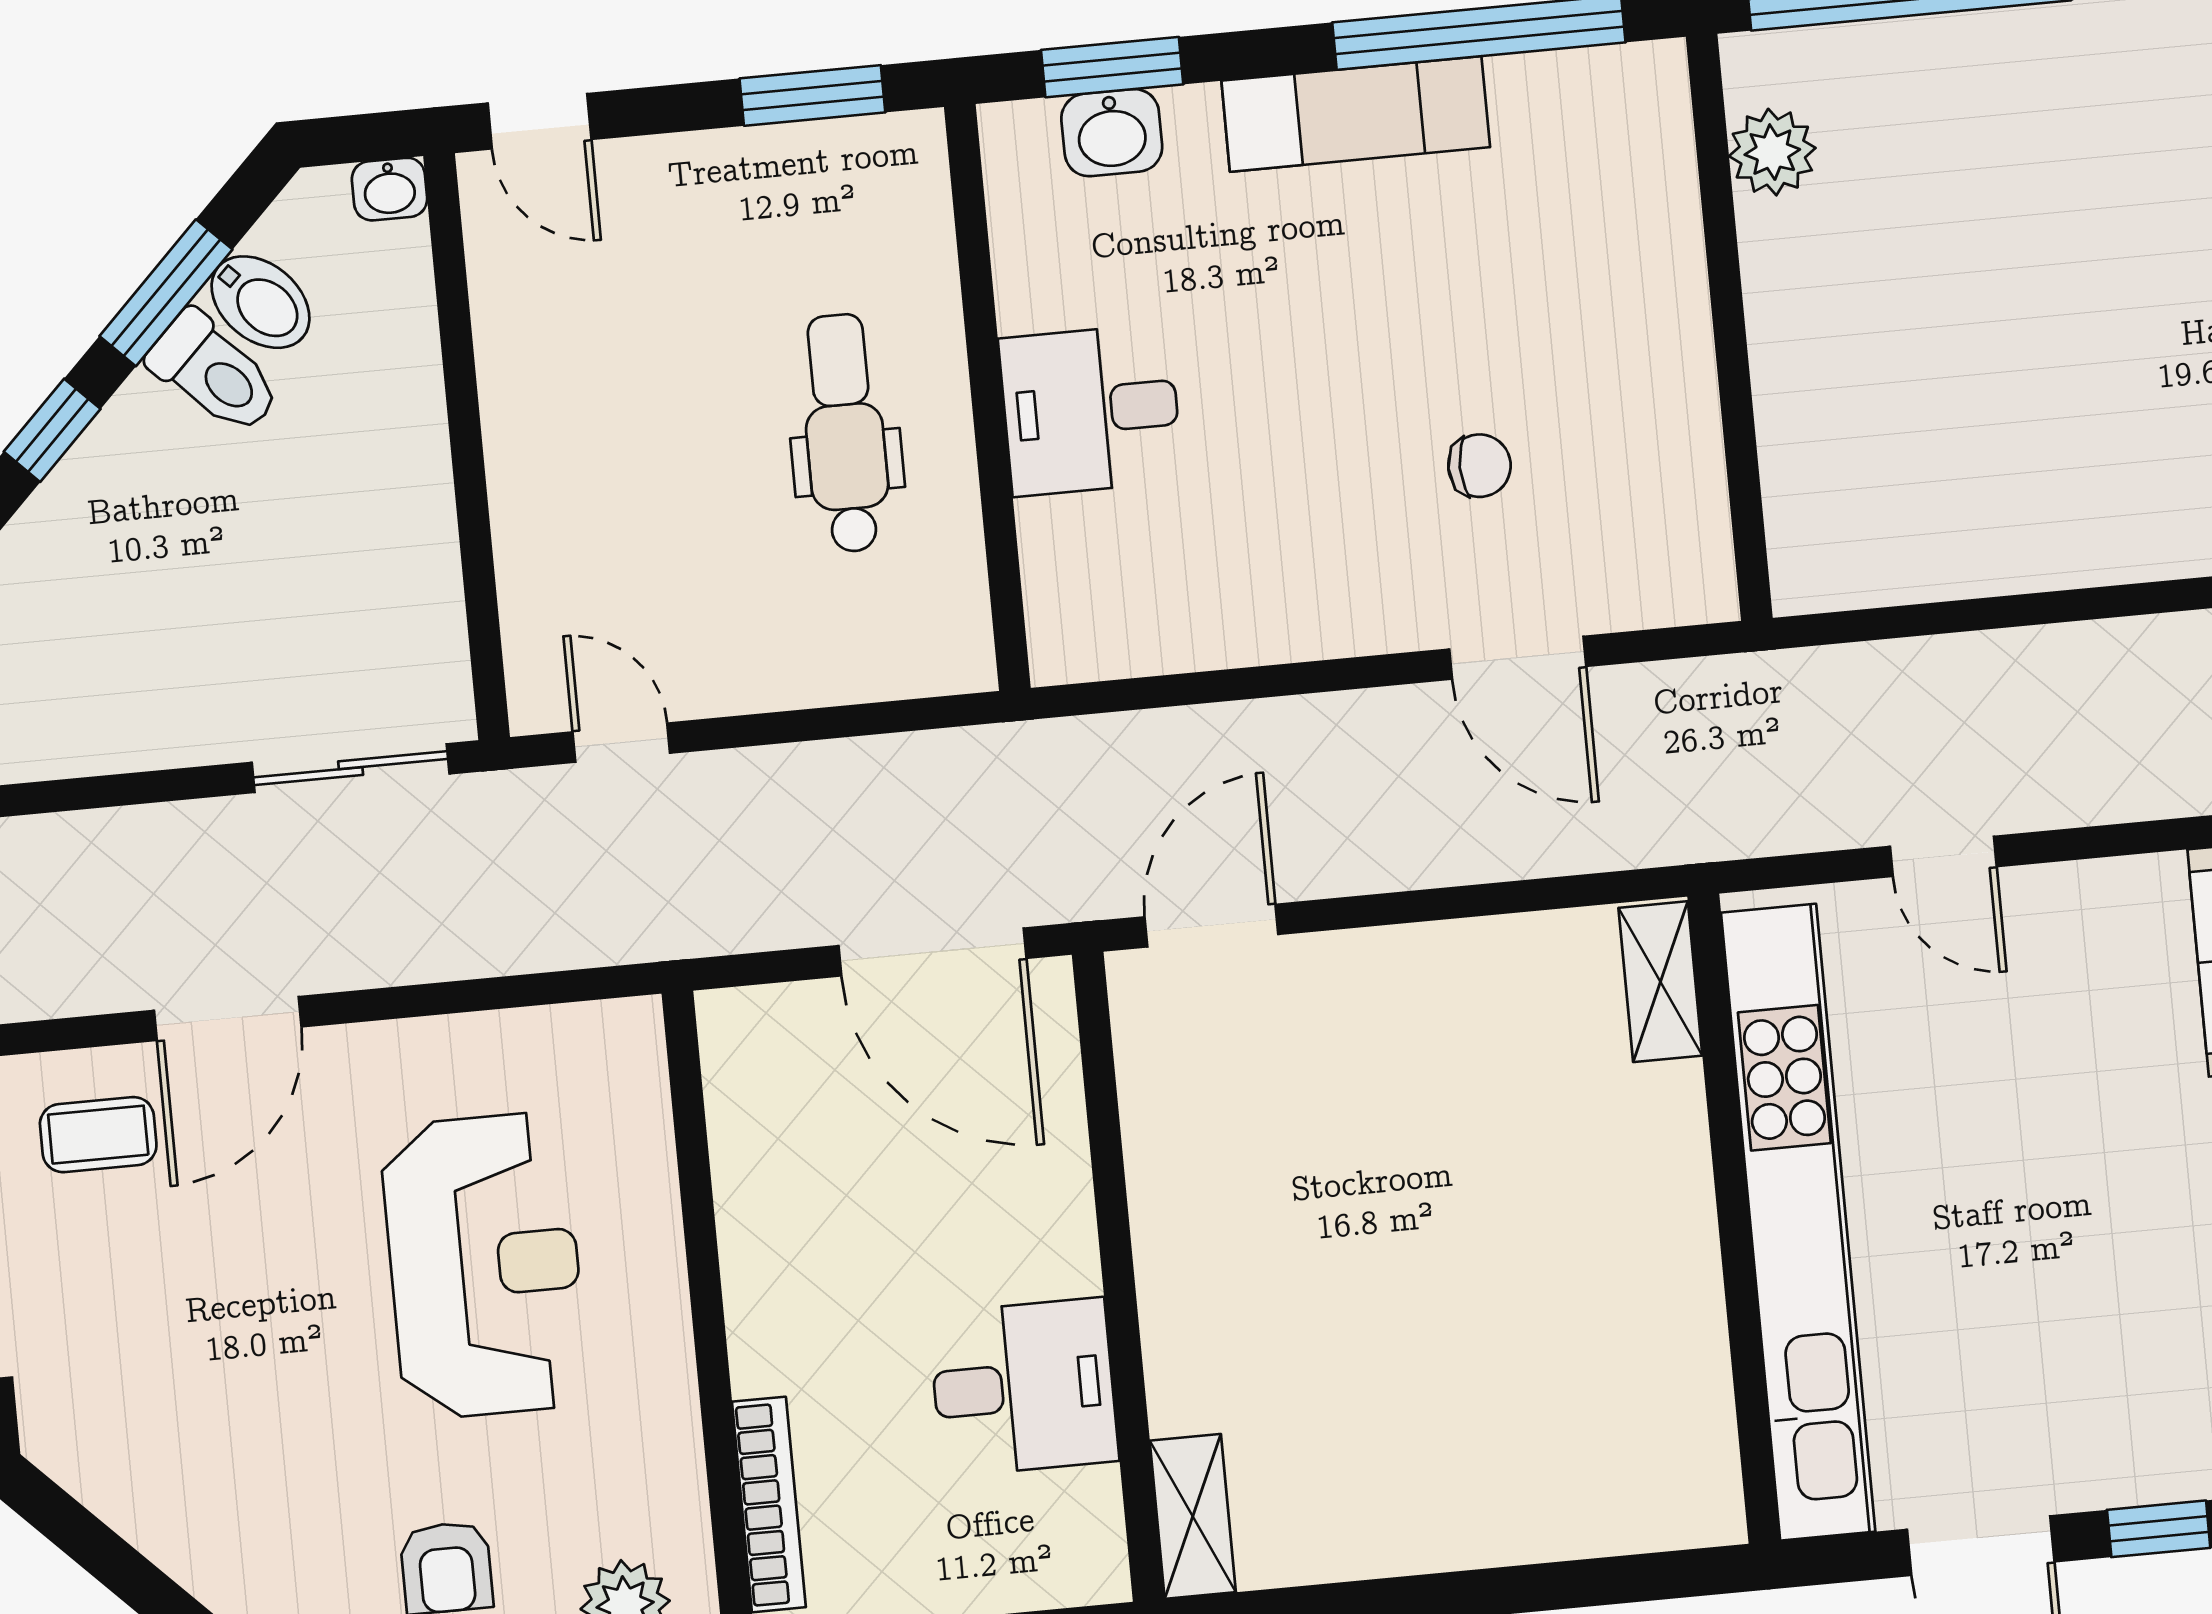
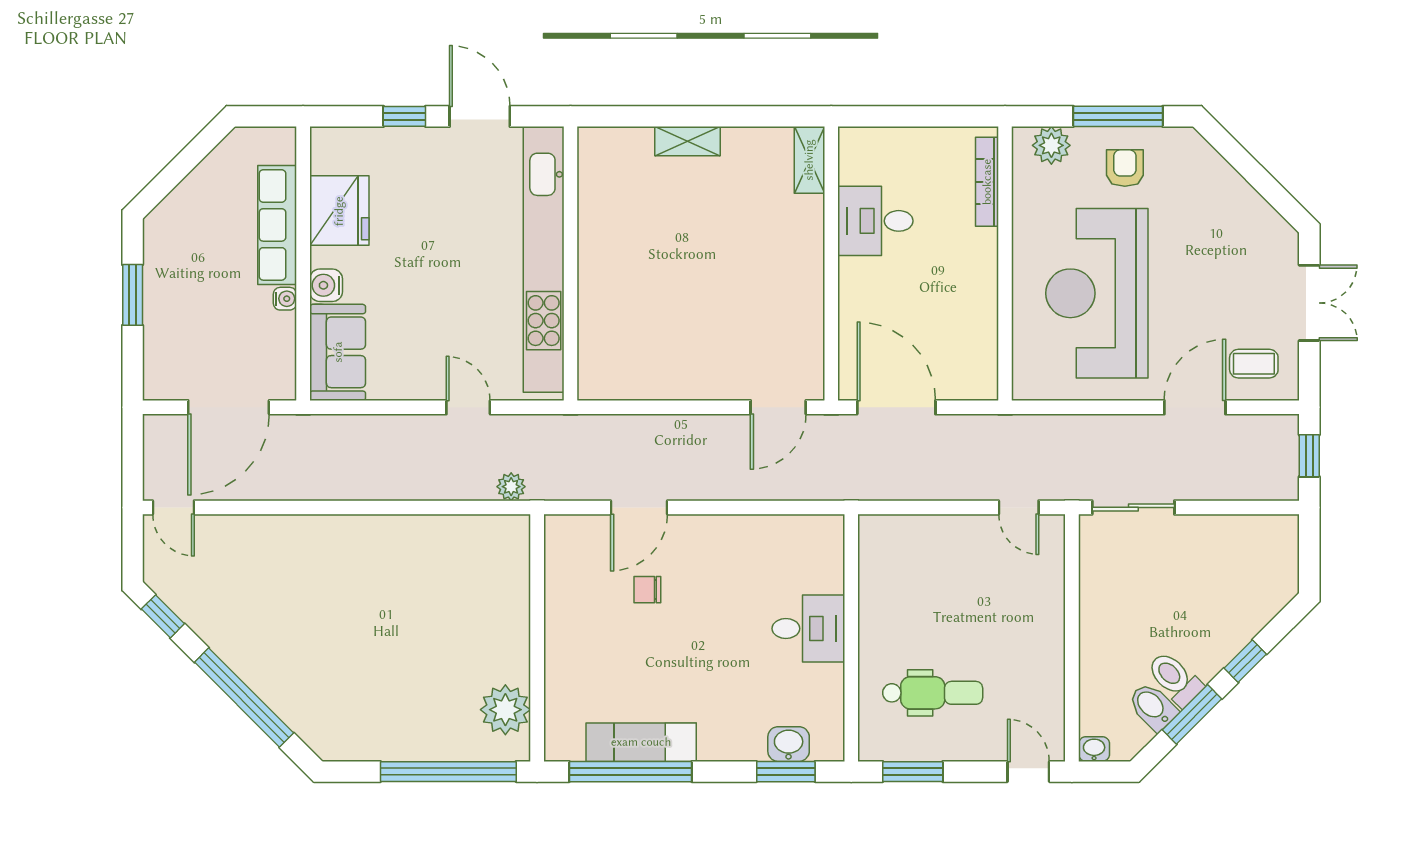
exam couch: (1356, 114) -> (641, 742), moved
plant: (1772, 152) -> (505, 710), width x1.36, depth x1.36
dental chair: (845, 433) -> (933, 693), moved, turned -90
door: (1518, 658) -> (639, 507), swing flipped
plant: (1824, 678) -> (511, 487), added
shelving: (1660, 982) -> (687, 141), moved, turned 90
reception desk: (484, 1266) -> (1097, 293), width x1.36, depth x1.30

